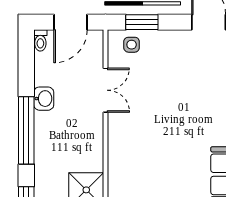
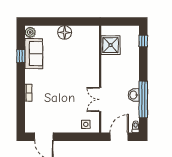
window: (142, 22) -> (80, 137), removed
window: (26, 130) -> (143, 99), moved

